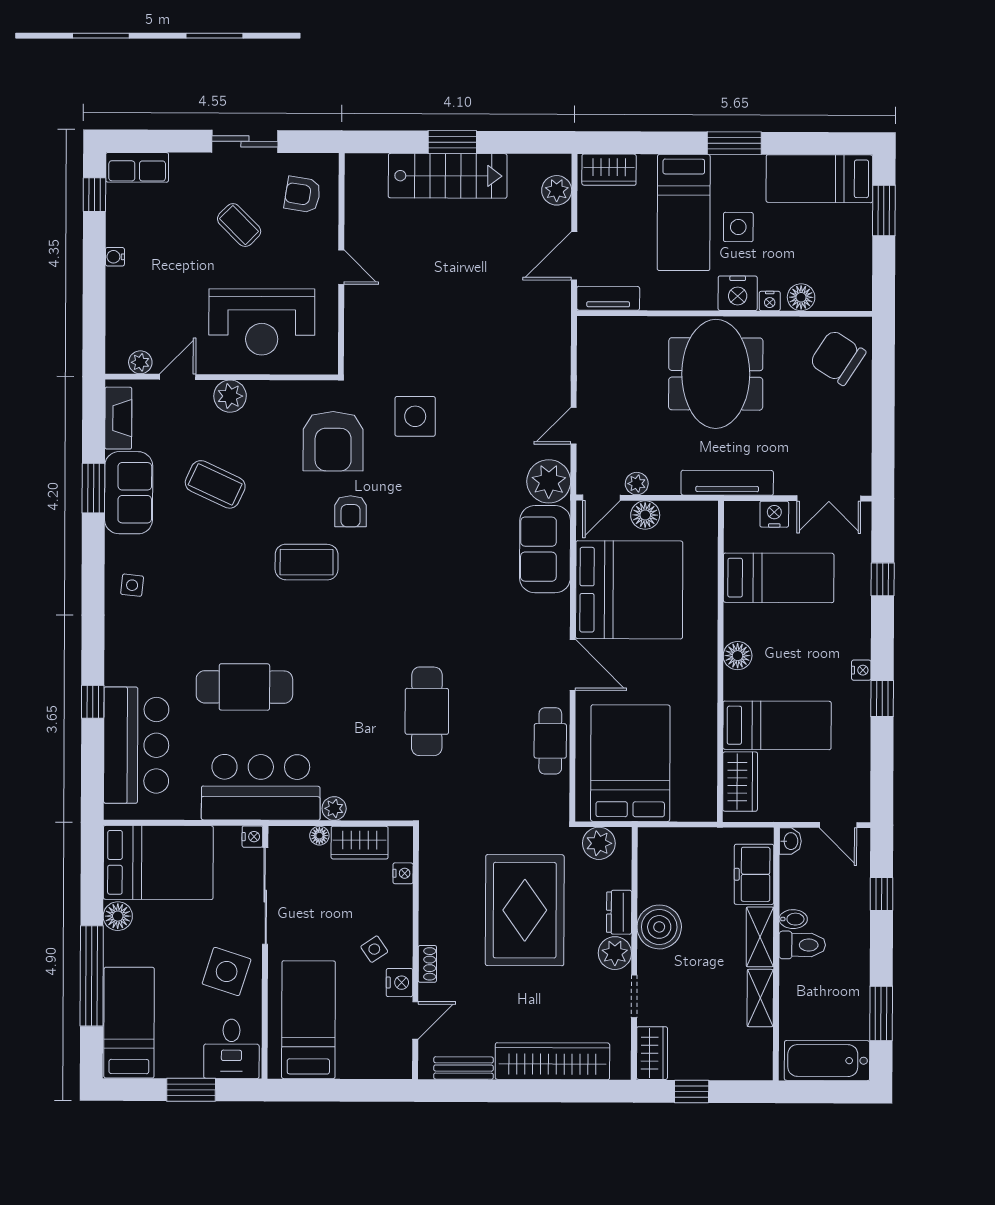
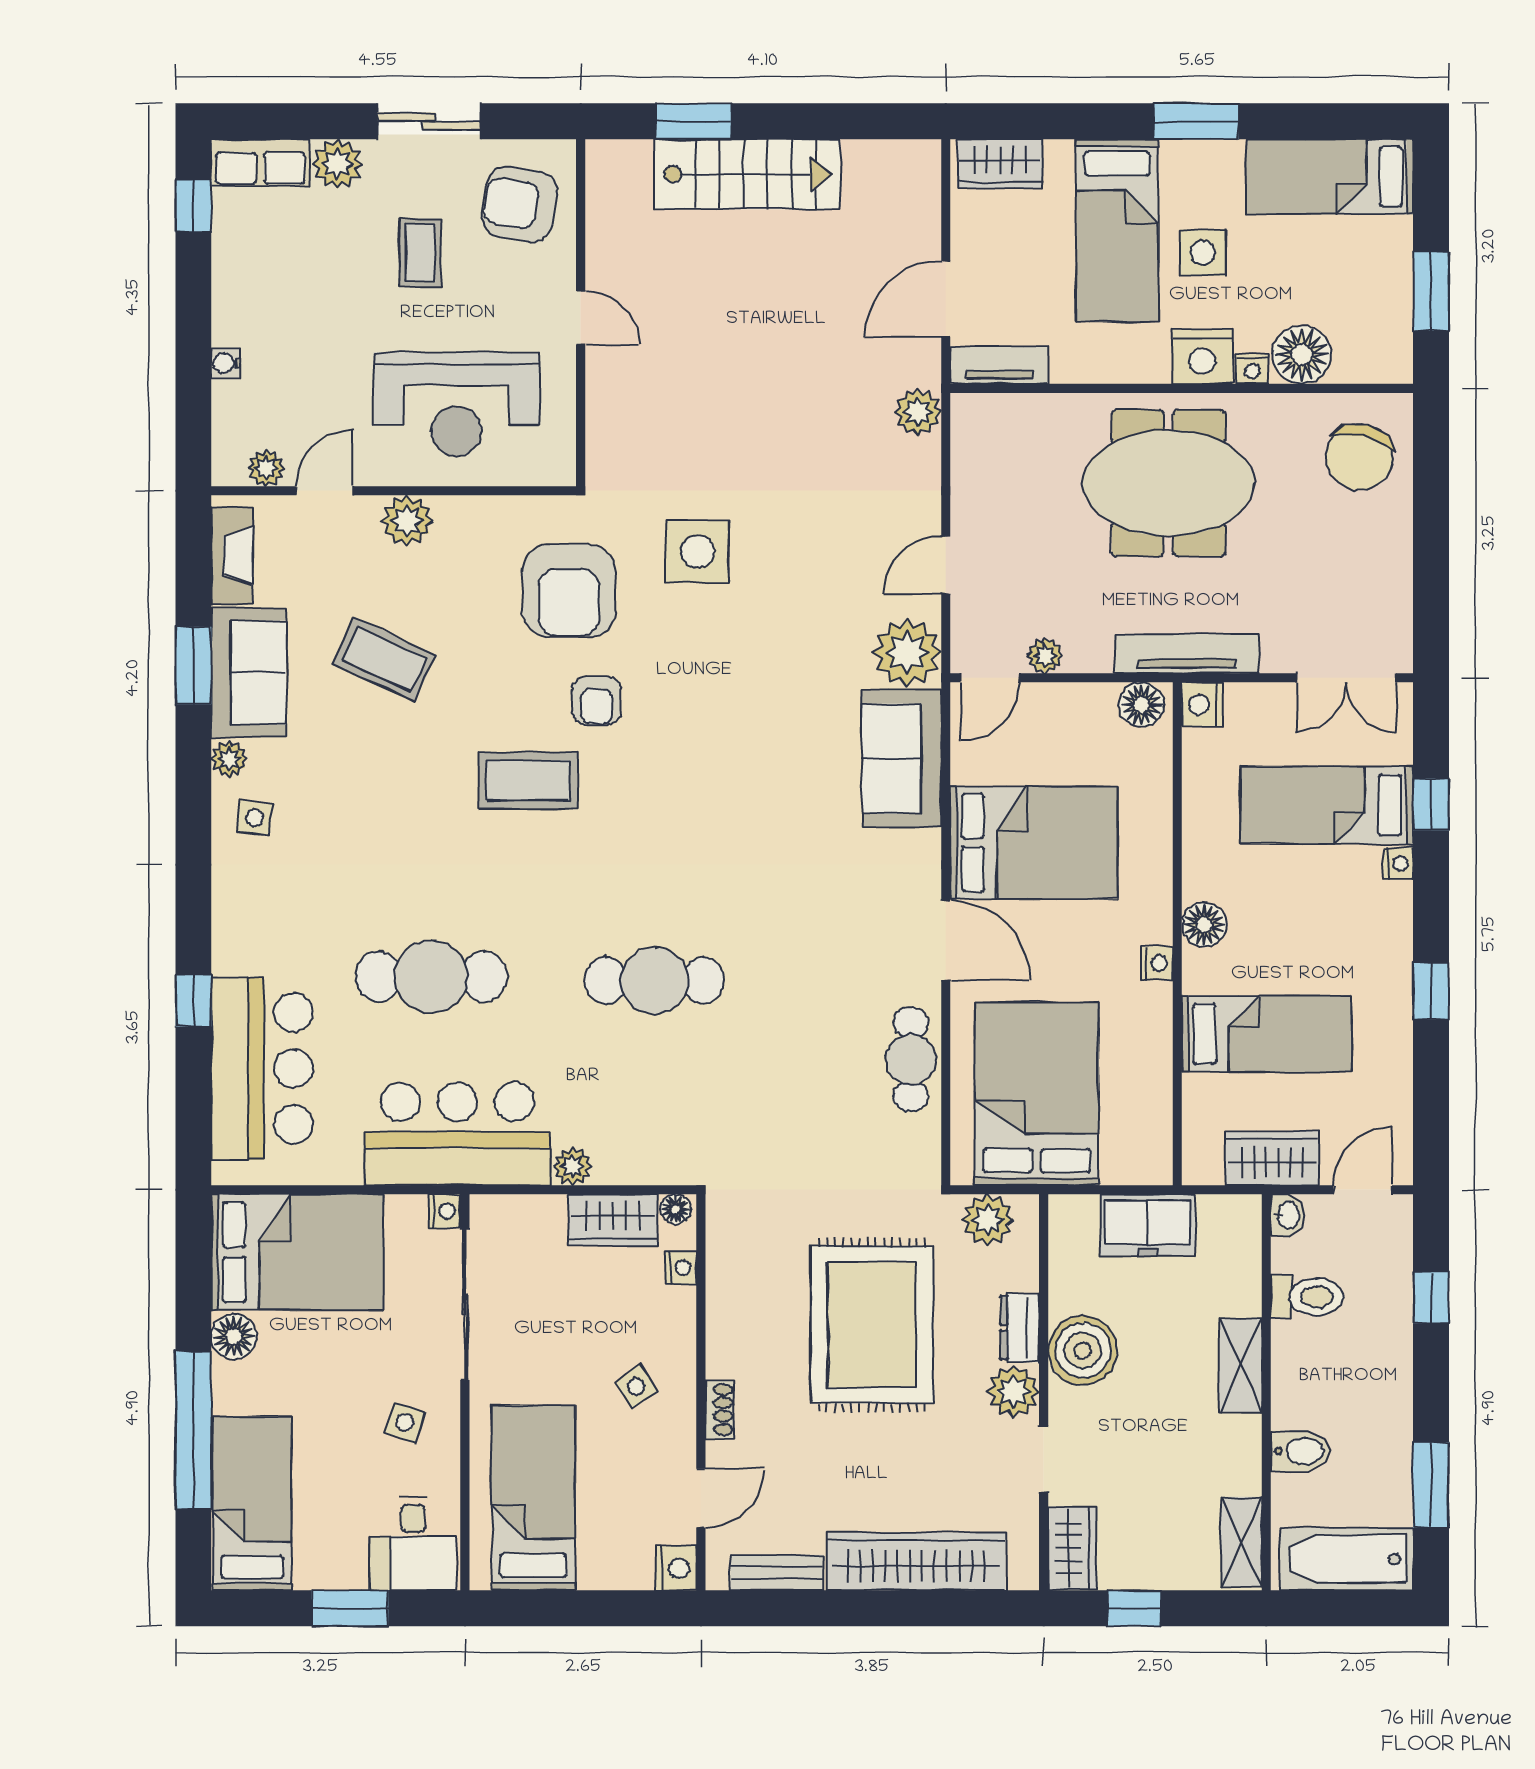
window: (452, 142) -> (693, 121), moved
plant: (186, 168) -> (337, 164), added
plant: (557, 190) -> (918, 412), moved
armchair: (302, 195) -> (520, 204), width x1.38, depth x1.38
window: (884, 210) -> (1431, 291), moved
coffee table: (239, 225) -> (420, 252), turned 45
water cooler: (115, 257) -> (226, 363), moved
floor lamp: (801, 297) -> (1302, 355), width x1.38, depth x1.38
chair: (838, 358) -> (1360, 457), turned -110
meeting table: (716, 374) -> (1168, 483), turned 90
nightstand: (774, 514) -> (1202, 705), moved, turned -90
floor lamp: (645, 515) -> (1142, 705), moved
plant: (116, 548) -> (229, 759), added
bed: (779, 578) -> (1327, 805), moved, turned 180
bed: (629, 590) -> (1034, 843), width x0.73
nightstand: (861, 670) -> (1398, 863), moved
nightstand: (707, 680) -> (1157, 963), added
cafe table: (427, 711) -> (654, 980), moved, turned 90
wardrobe: (740, 782) -> (1272, 1158), moved, turned -90
door: (838, 825) -> (1363, 1190), swing flipped
floor lamp: (319, 836) -> (676, 1209), moved
freezer: (754, 874) -> (1148, 1225), moved, turned -90
bidet: (793, 919) -> (1301, 1451), moved, width x1.38, depth x1.36
toilet: (802, 945) -> (1307, 1297), moved
side table: (227, 971) -> (405, 1423), width x0.54, depth x0.54
nightstand: (400, 983) -> (676, 1568), moved
shelving: (760, 998) -> (1242, 1542), moved

